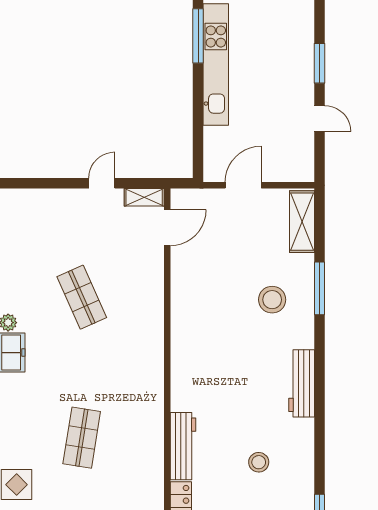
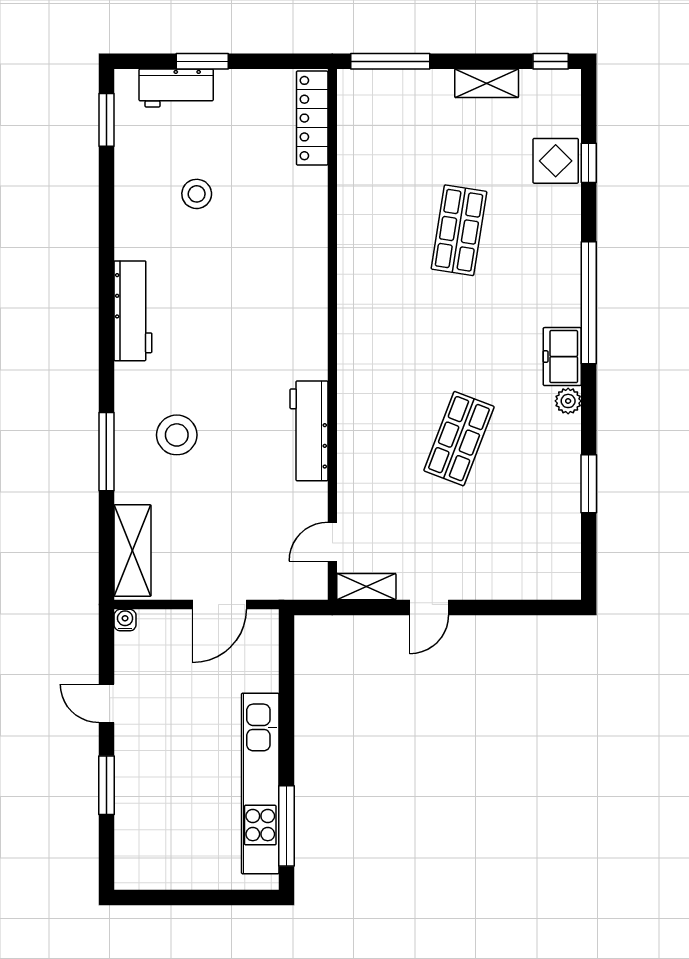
water cooler: (307, 175) -> (125, 620), added
door: (167, 228) -> (332, 542), width x0.73
shop shelf: (82, 297) -> (459, 439), turned 45
workbench: (183, 446) -> (309, 431), moved

